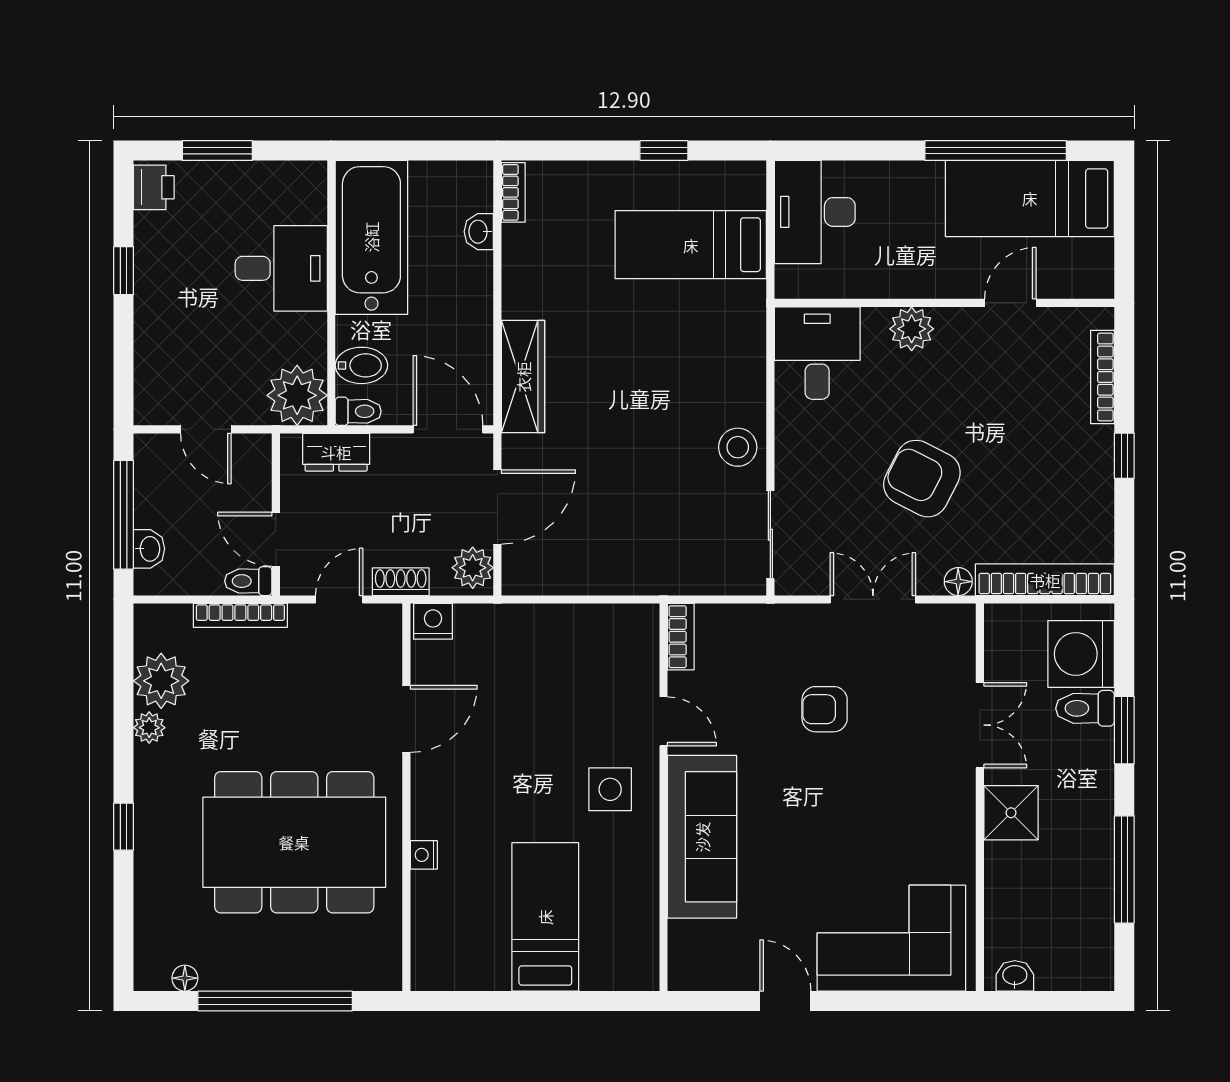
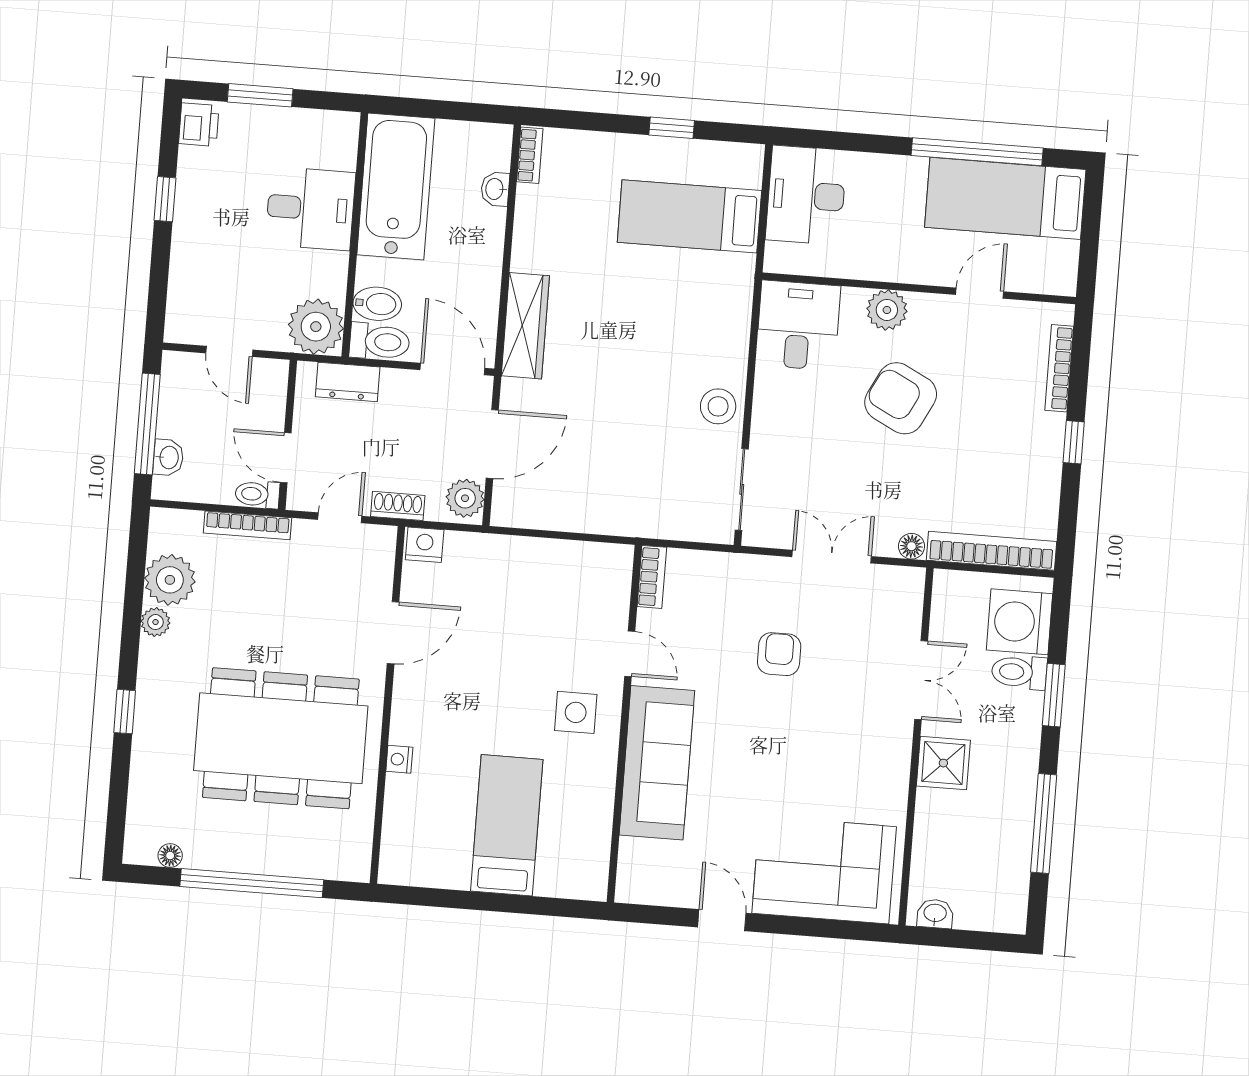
toilet: (358, 411) -> (380, 342), width x1.37, depth x1.39
armchair: (922, 479) -> (901, 398), moved
armchair: (825, 709) -> (779, 654), turned 90

